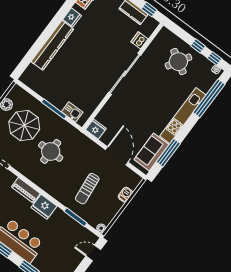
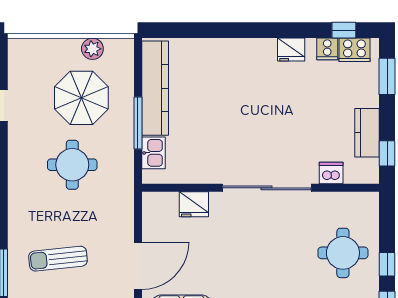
kitchen counter: (52, 45) -> (155, 88), moved, turned -90
round table: (178, 62) -> (343, 253), turned -31
fridge: (96, 129) -> (194, 204), moved, turned 90

